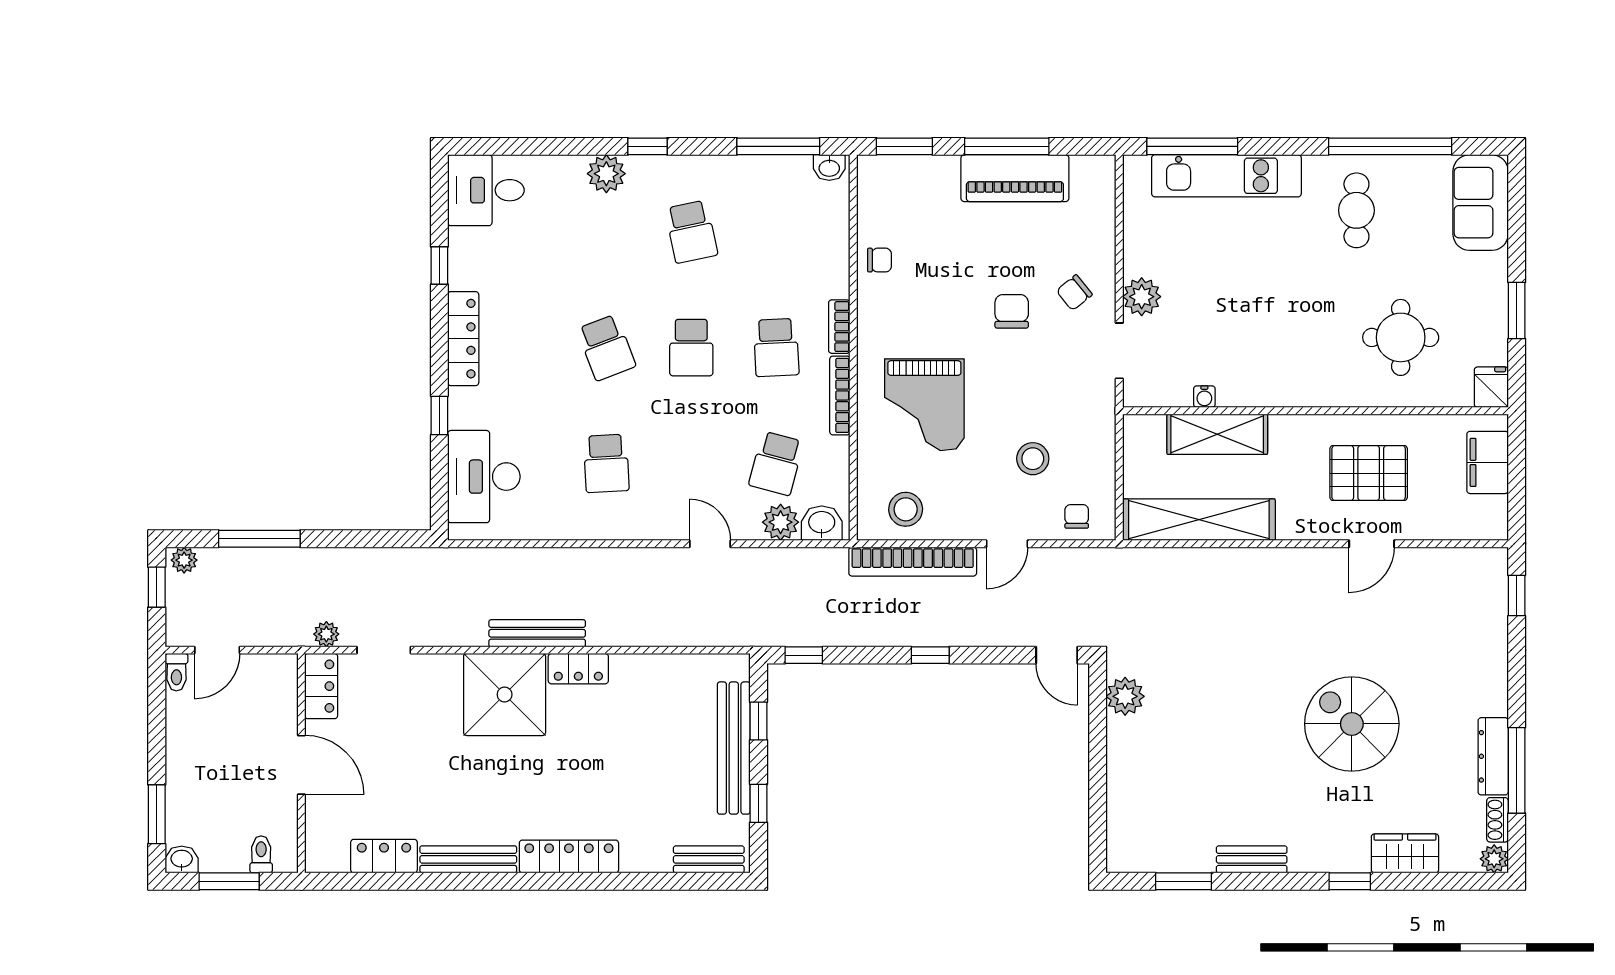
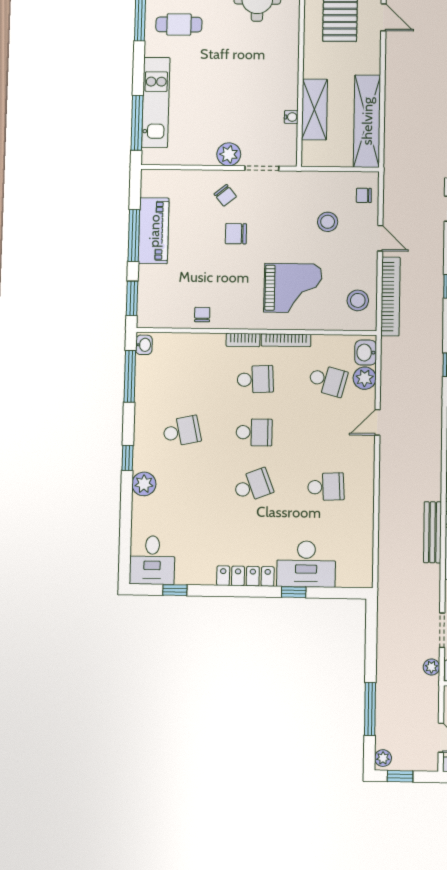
window: (439, 265) -> (175, 590), moved
desk: (484, 477) -> (306, 564), moved

